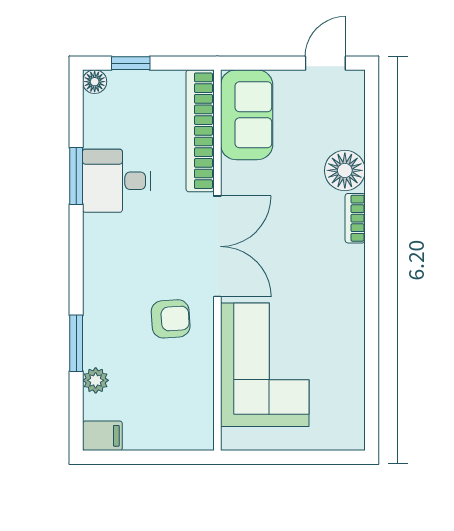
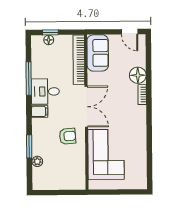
door: (325, 63) -> (130, 32), swing flipped
floor lamp: (95, 82) -> (49, 40), moved
window: (76, 176) -> (29, 78), width x1.44
desk: (117, 181) -> (45, 92), moved
filing cabinet: (102, 436) -> (40, 112), moved

